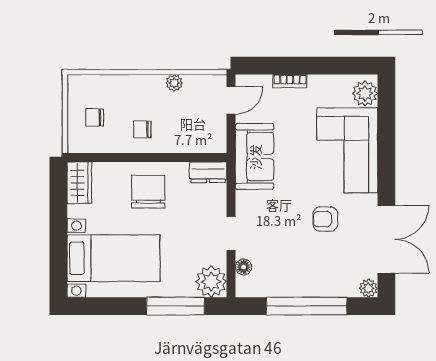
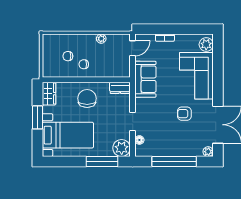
chair: (95, 117) -> (68, 56), moved
window: (58, 226) -> (38, 117), added

